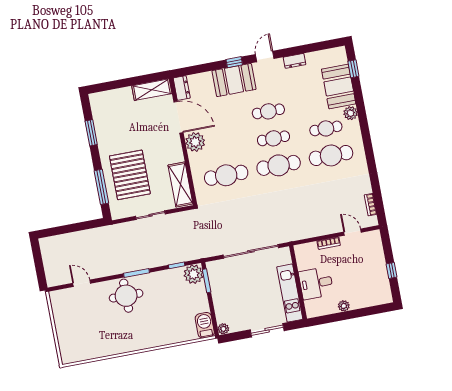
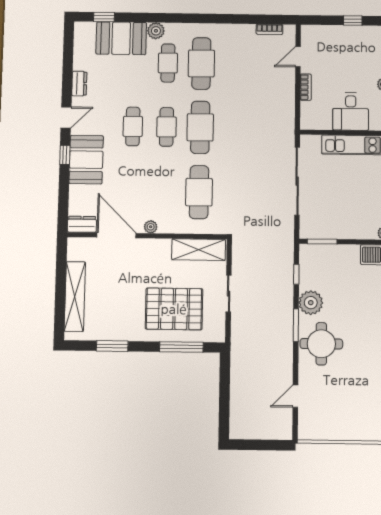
door: (265, 56) -> (66, 117), swing flipped
shelving: (152, 90) -> (75, 296), moved, width x1.47
door: (178, 117) -> (116, 235), hinge flipped
plant: (195, 142) -> (151, 227), width x0.53, depth x0.53
plant: (193, 274) -> (311, 303), moved

